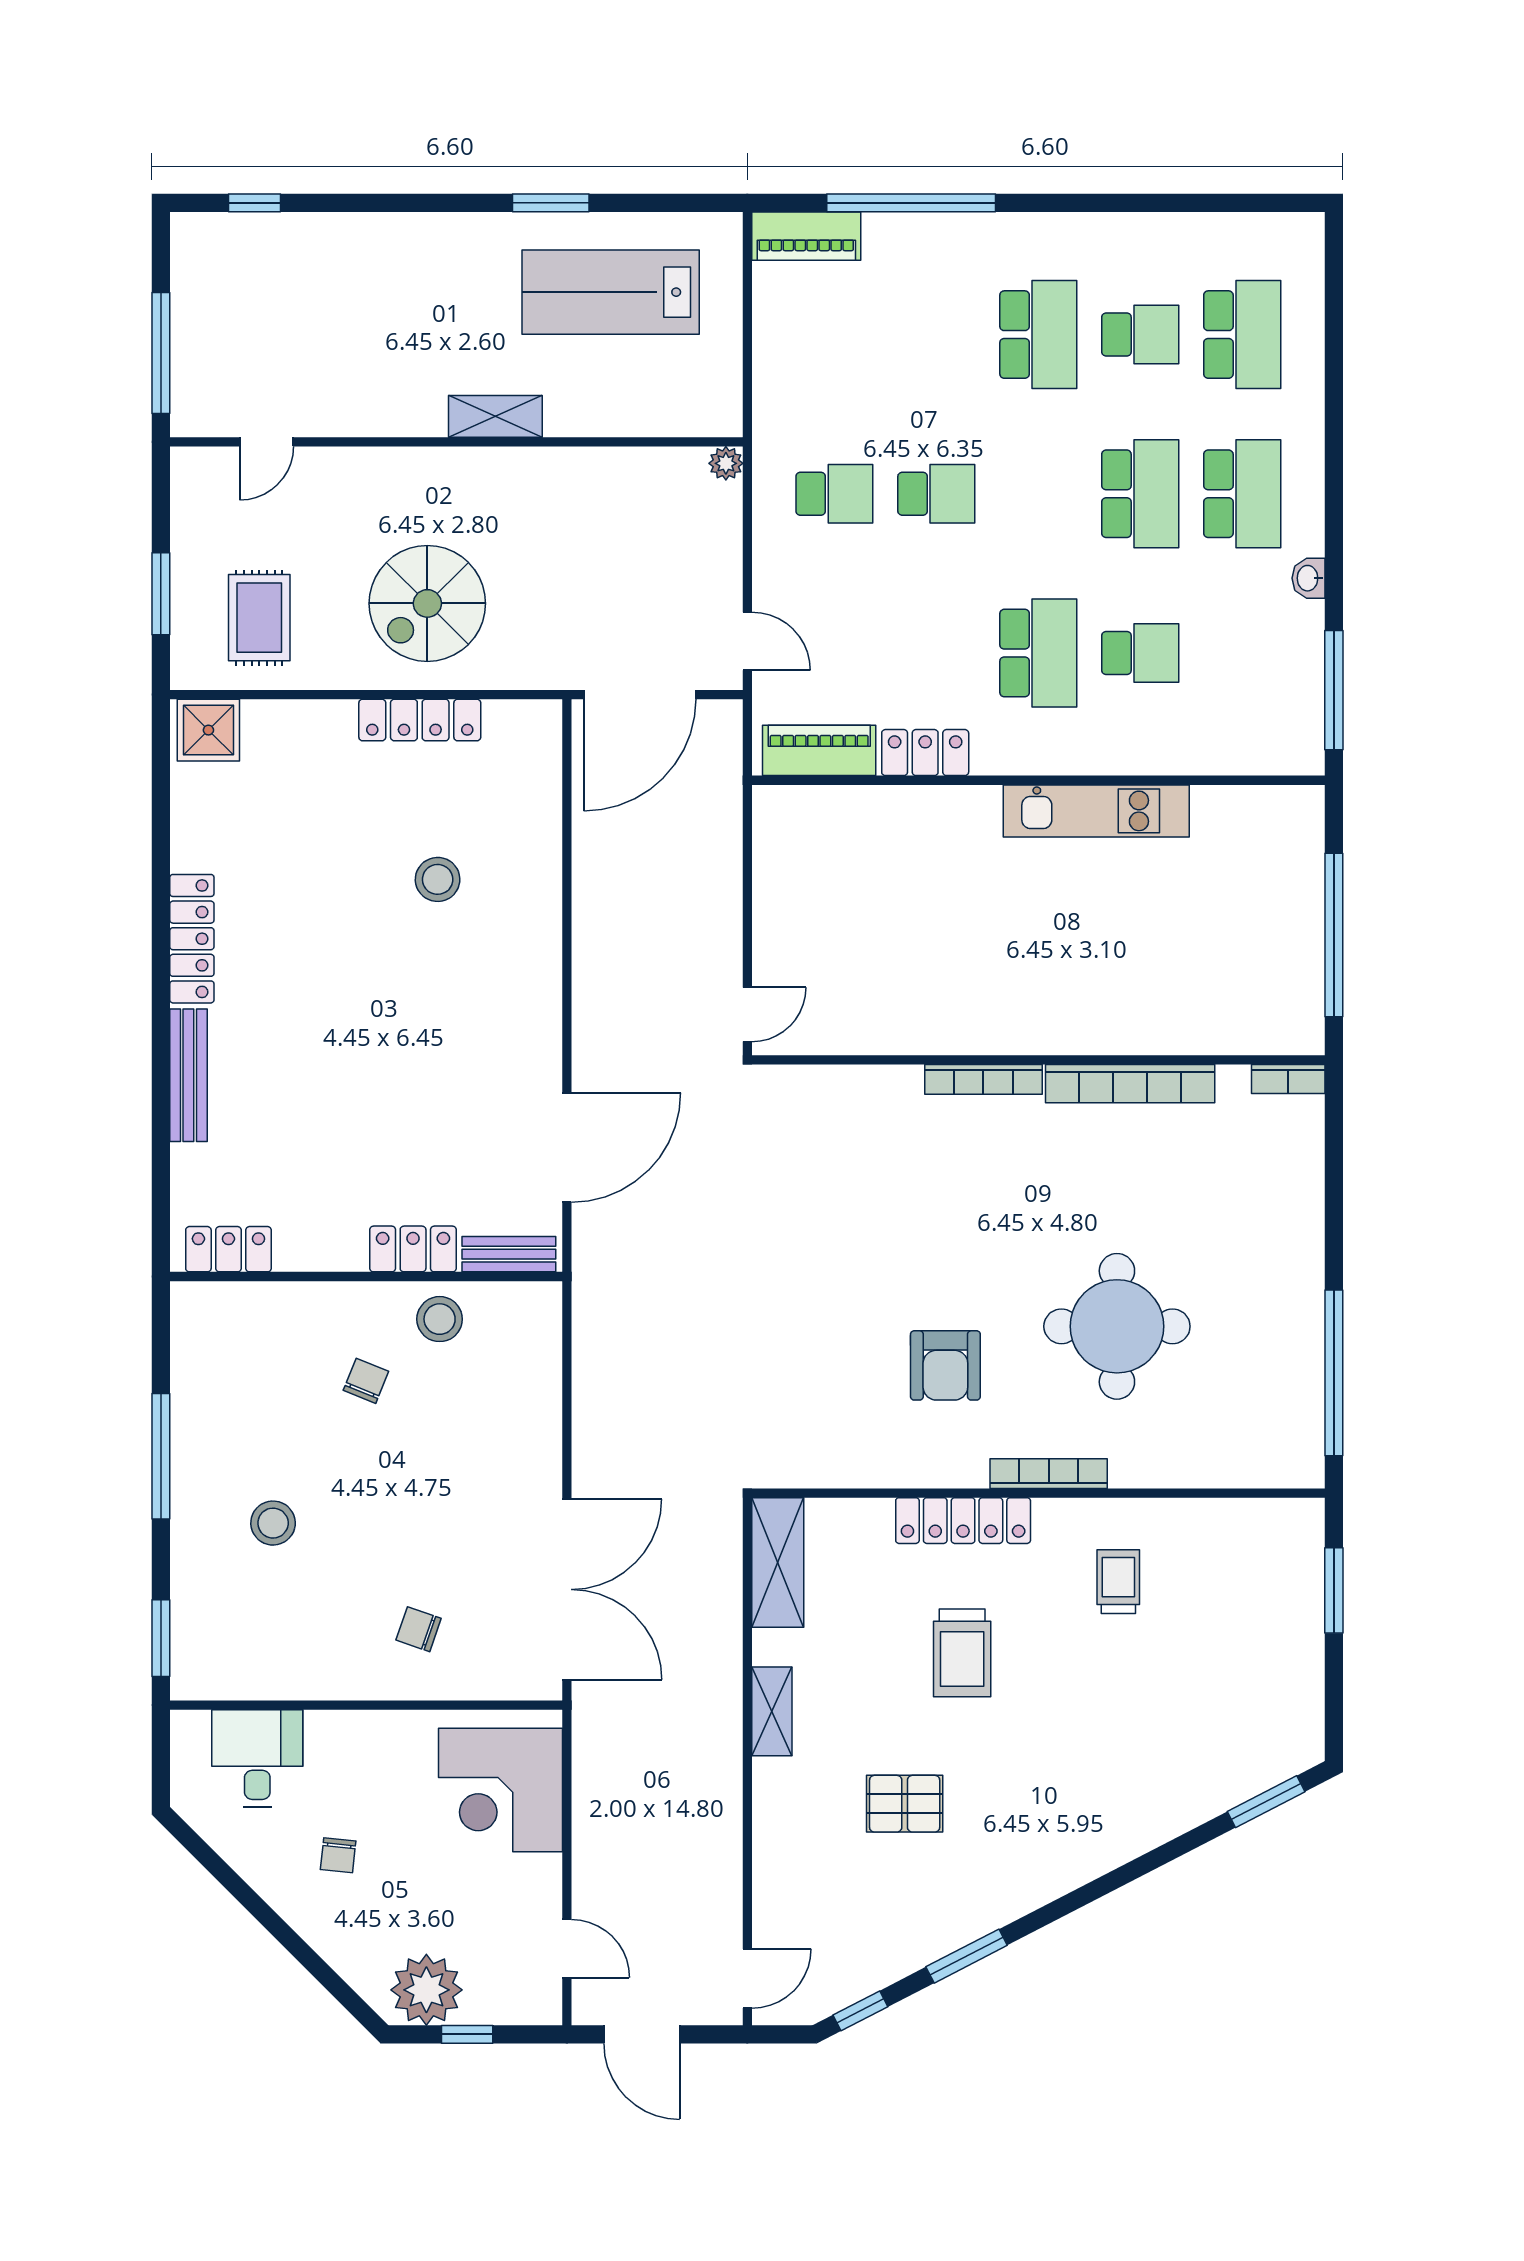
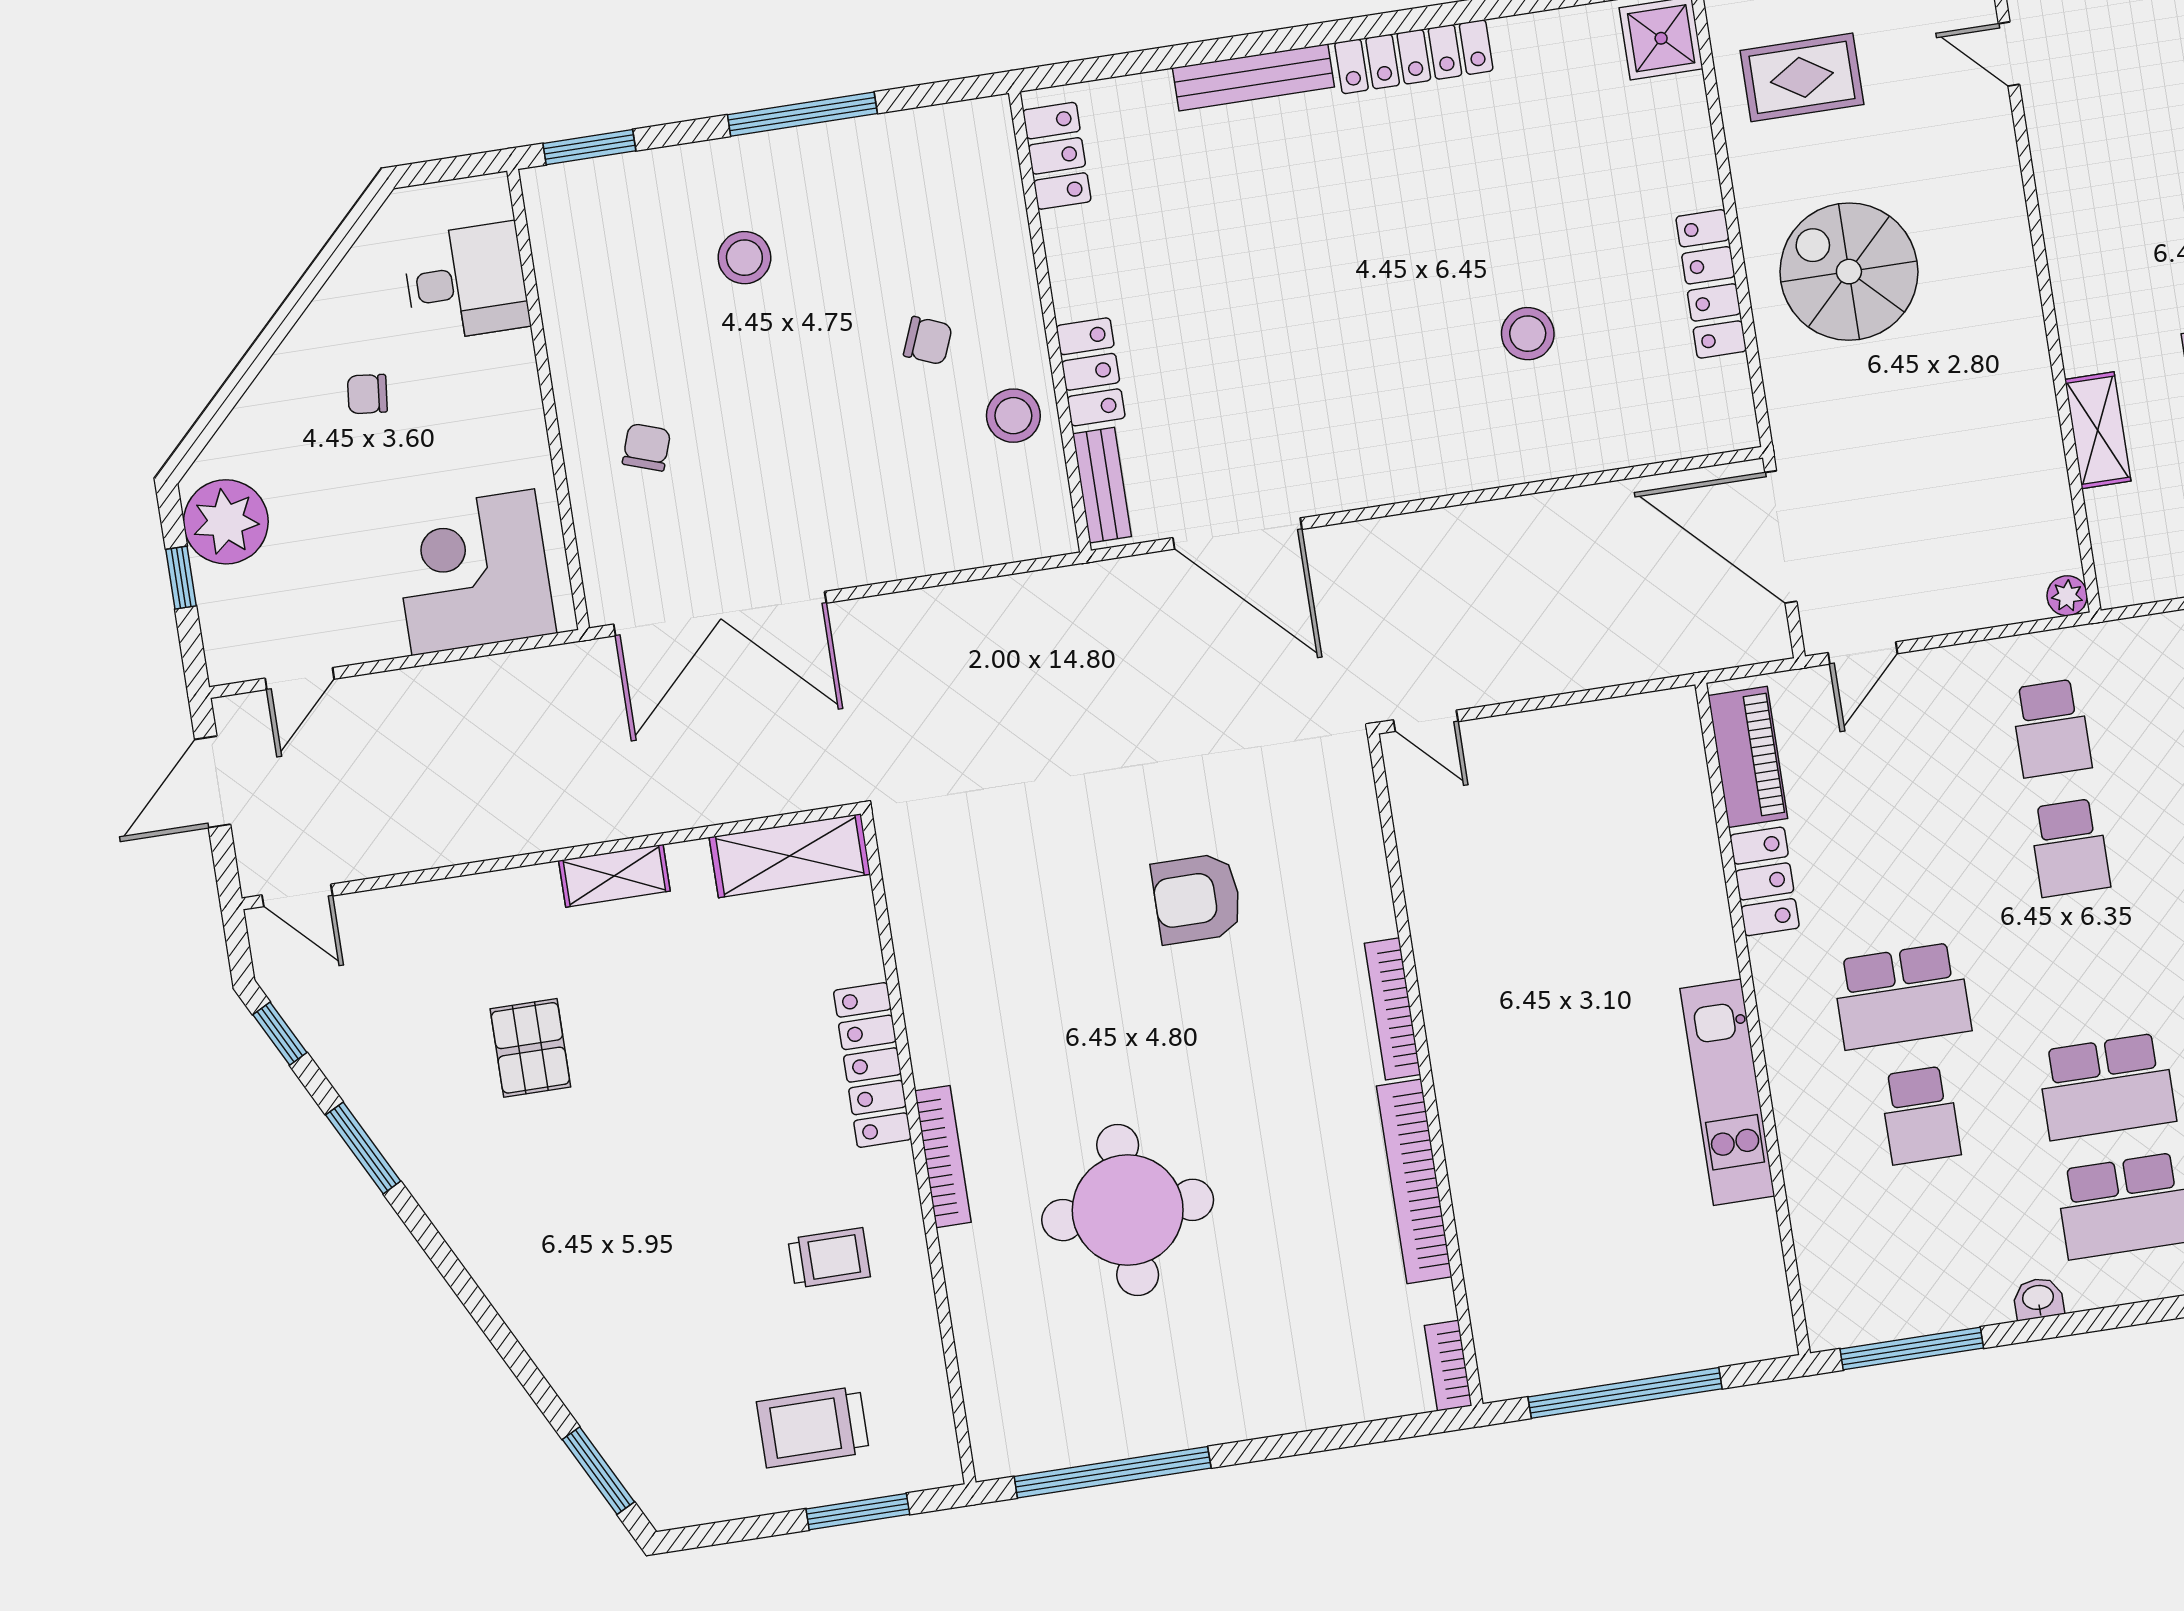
shelving: (495, 416) -> (2098, 430), moved
armchair: (945, 1365) -> (1197, 899), moved
trolley: (962, 1653) -> (813, 1427), moved

